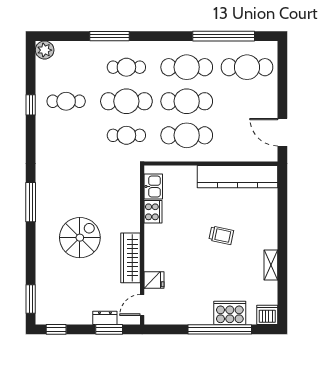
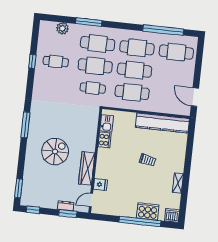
plant: (45, 50) -> (62, 28), moved
cafe table: (126, 67) -> (98, 44), width x1.37, depth x1.35

